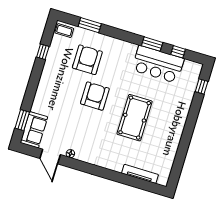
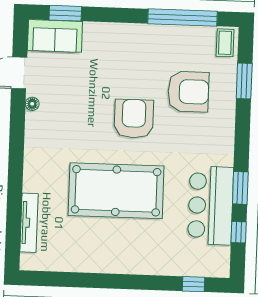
window: (43, 52) -> (182, 18), width x3.17
armchair: (95, 96) -> (134, 119), turned -90
pool table: (135, 118) -> (116, 191), width x1.36, depth x1.32

